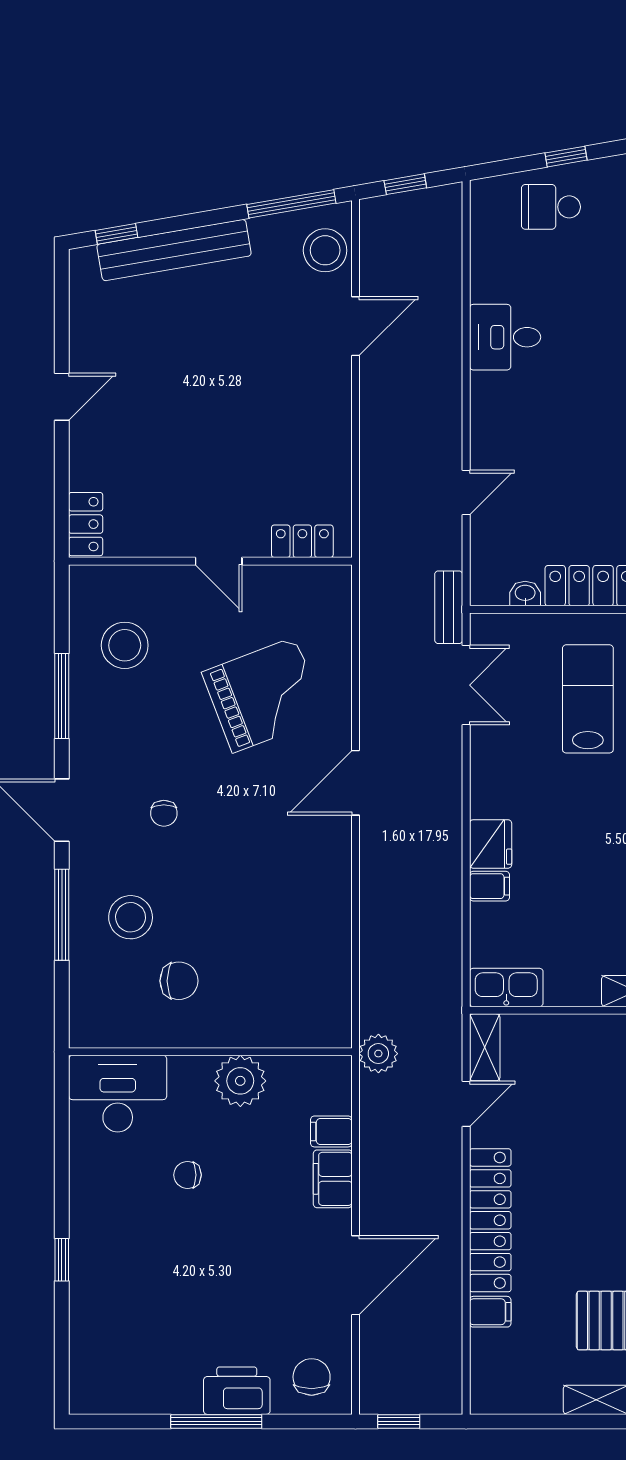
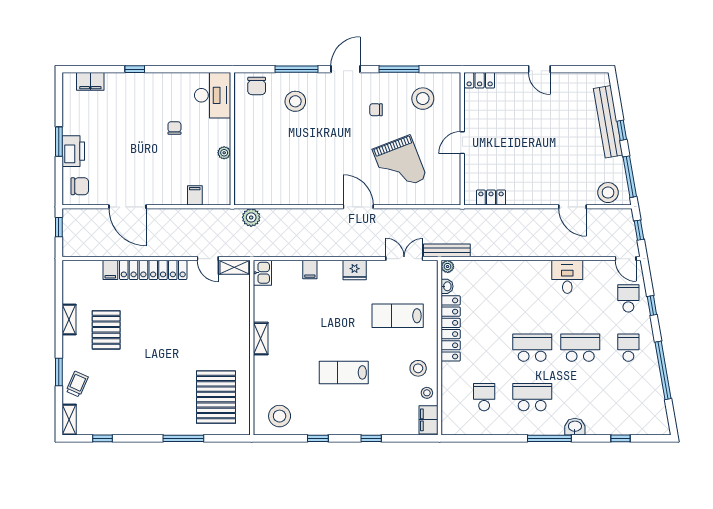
window: (117, 234) -> (622, 130), moved
door: (466, 492) -> (626, 259), moved
locker: (302, 541) -> (491, 197), moved, turned -90
plant: (483, 593) -> (448, 267), added
bench: (449, 607) -> (447, 250), width x1.36
double door: (466, 685) -> (404, 259), swing flipped
lab bench: (588, 699) -> (398, 316), turned 180
chair: (164, 813) -> (376, 110), moved
fridge: (491, 844) -> (355, 270), moved
chair: (179, 981) -> (257, 86), moved
kitchen sink: (506, 987) -> (262, 273), width x0.73
plant: (378, 1054) -> (251, 217), moved
plant: (240, 1081) -> (224, 153), width x0.53, depth x0.53
filing cabinet: (333, 1179) -> (90, 81), moved, turned 180
window: (216, 1421) -> (59, 142), width x0.69

